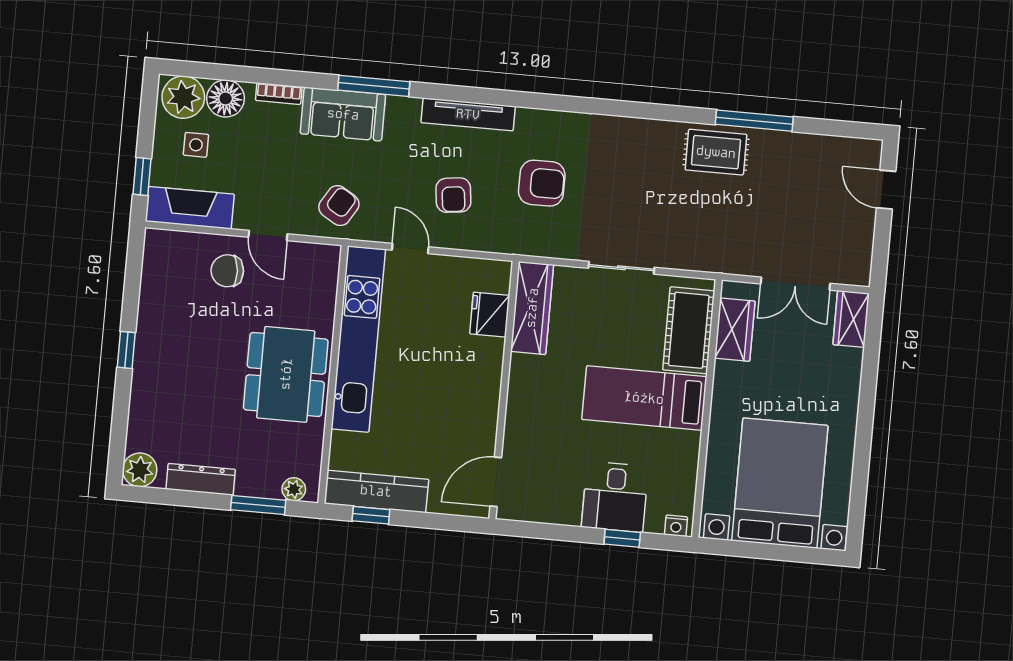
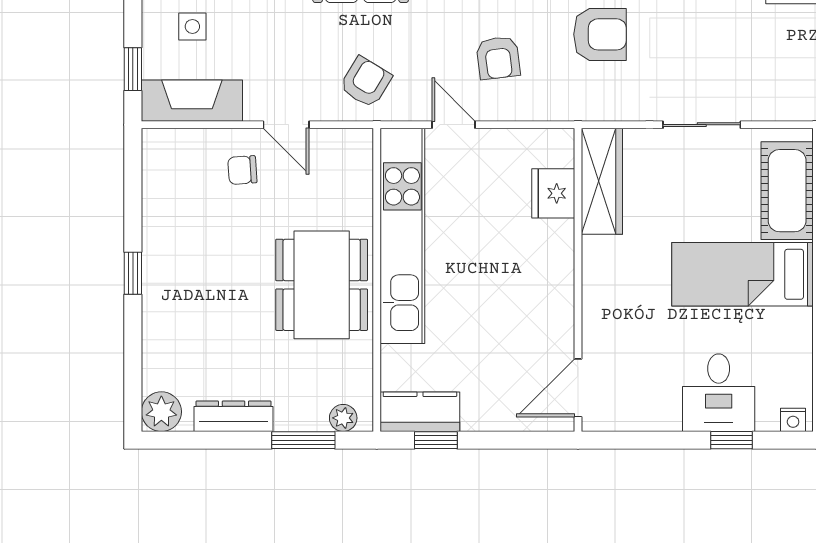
chair: (227, 271) -> (242, 170), width x0.73, depth x0.73
kitchen counter: (376, 491) -> (420, 412), width x0.67

